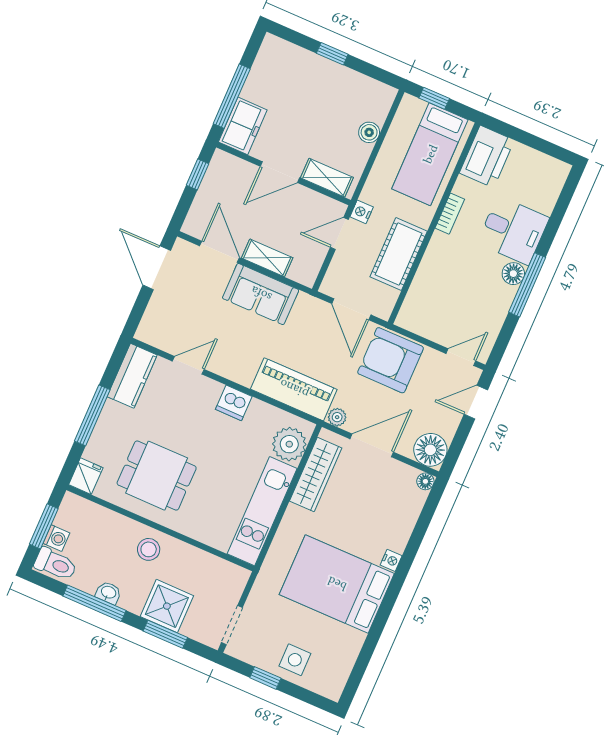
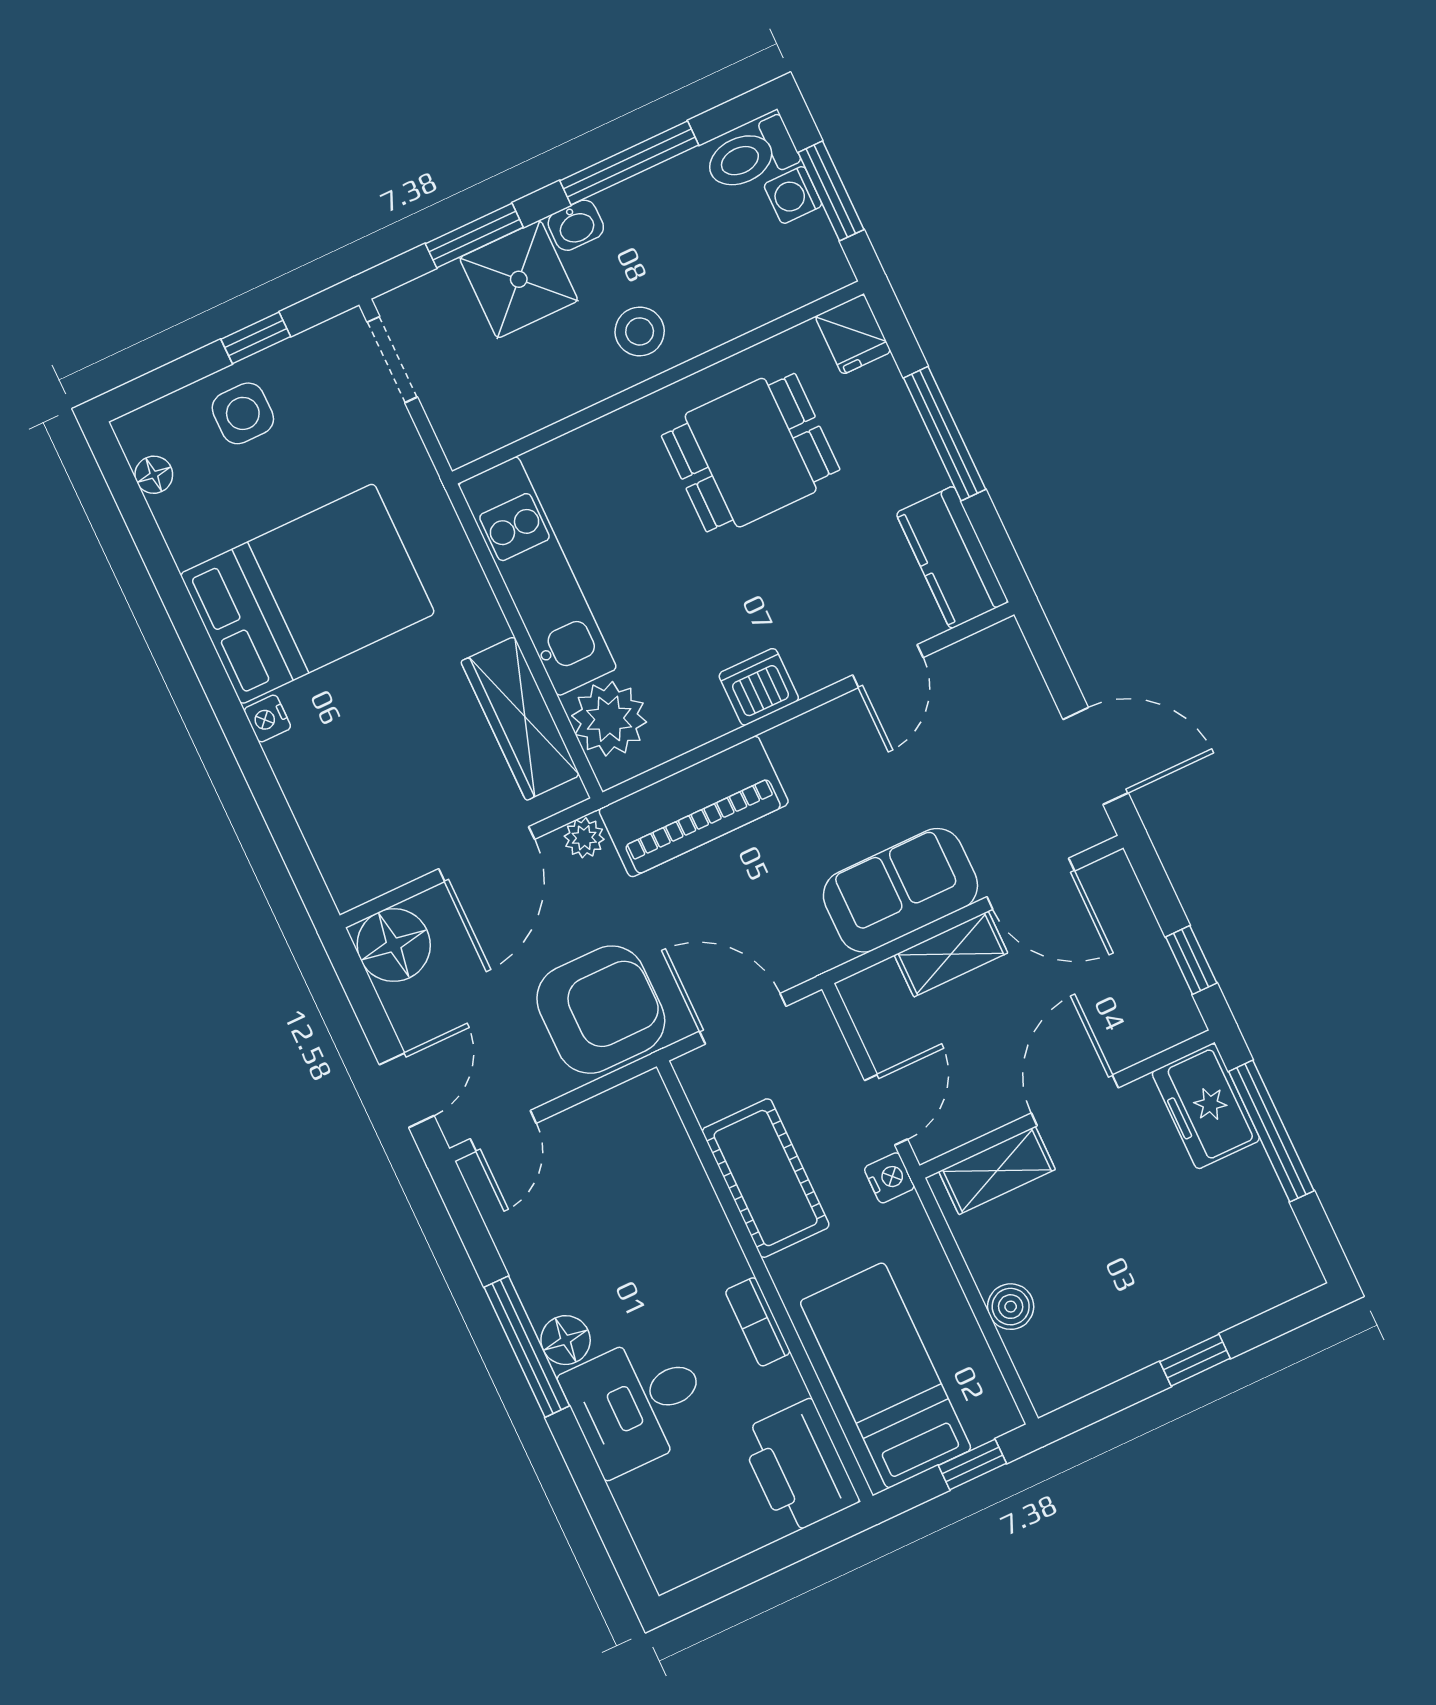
floor lamp: (425, 481) -> (154, 475), moved
washbasin: (108, 593) -> (576, 225), moved

